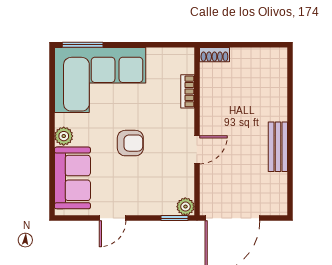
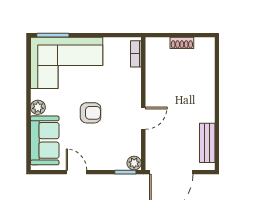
shoe rack: (214, 55) -> (182, 43), moved
bookcase: (188, 91) -> (136, 54), moved
bench: (278, 147) -> (207, 143), moved
door: (113, 218) -> (77, 172), swing flipped

